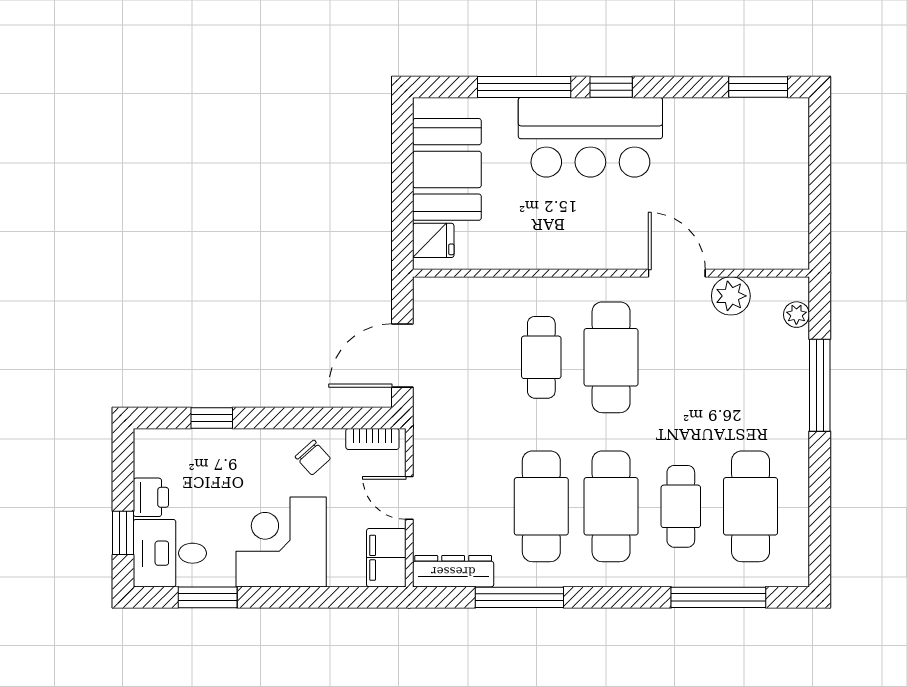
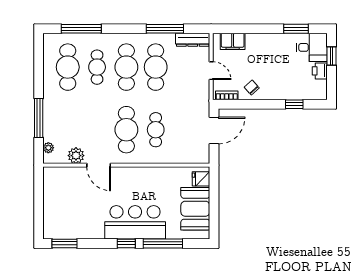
corner desk: (281, 542) -> (265, 52), removed
filing cabinet: (386, 558) -> (233, 41), moved, turned 90

